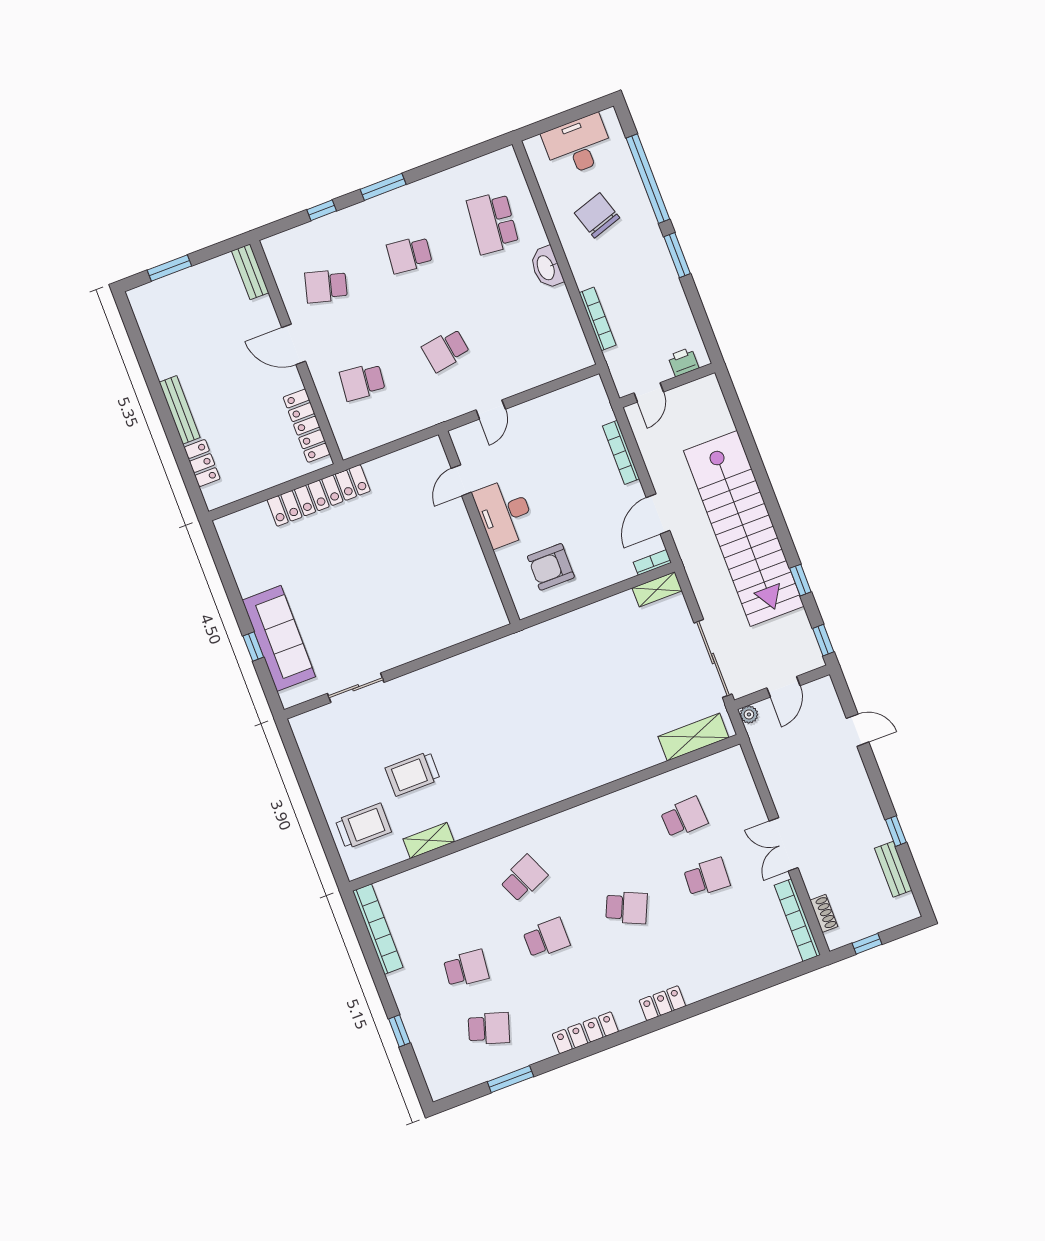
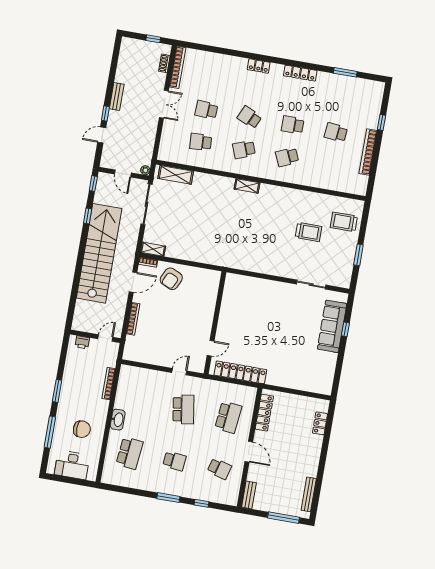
window: (648, 179) -> (50, 432), width x0.68
chair: (597, 215) -> (82, 429), turned -72
window: (169, 268) -> (283, 518), width x1.44
school desk: (446, 350) -> (183, 409), width x1.85
school desk: (362, 382) -> (228, 417), width x1.85
bench: (180, 410) -> (309, 494), moved
locker: (319, 495) -> (240, 372), moved
desk: (504, 513) -> (200, 323), removed
armchair: (551, 567) -> (171, 279), moved, turned 115
door: (783, 687) -> (123, 173), swing flipped
door: (857, 730) -> (102, 135), hinge flipped
window: (306, 785) -> (358, 255), added
window: (896, 831) -> (105, 114), moved
shelving: (429, 840) -> (247, 186), moved
bench: (893, 869) -> (117, 97), moved
bookcase: (378, 929) -> (368, 152), moved
school desk: (489, 1028) -> (244, 150), moved, turned -39

